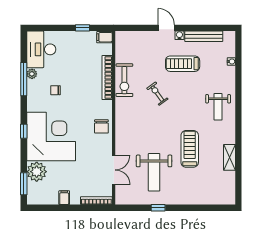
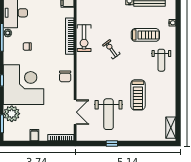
treadmill: (183, 64) -> (145, 35), moved, turned 180
treadmill: (190, 149) -> (138, 95), turned 180
shelving: (229, 157) -> (171, 128), moved

